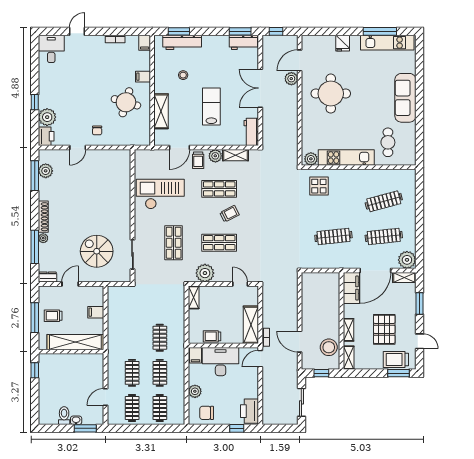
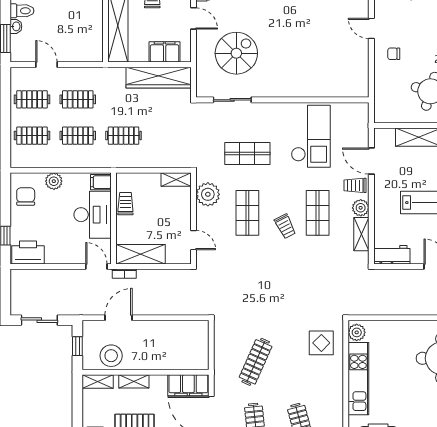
clothes rail: (333, 236) -> (256, 362), turned 30
door: (240, 284) -> (194, 240), hinge flipped
wardrobe: (115, 311) -> (159, 78), added
filing cabinet: (96, 312) -> (165, 52), width x2.00

